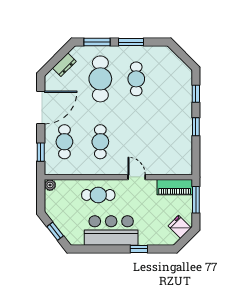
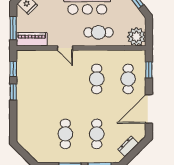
cafe table: (100, 79) -> (97, 134), width x0.73, depth x0.74
window: (196, 94) -> (13, 69), moved
plant: (50, 185) -> (136, 37), width x1.88, depth x1.88

